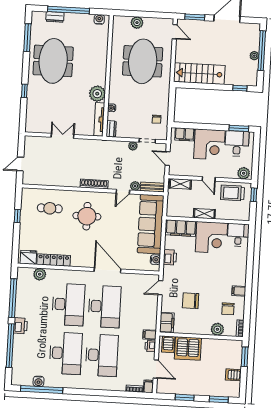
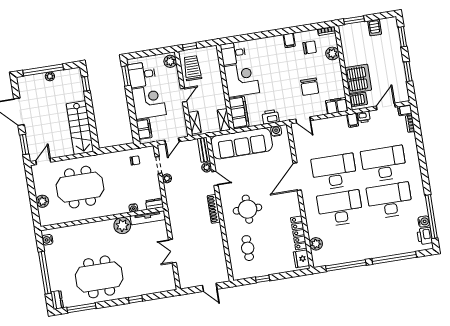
dresser: (55, 17) -> (57, 300), moved
trolley: (233, 193) -> (192, 68), turned 180
shelving: (204, 214) -> (224, 120), moved
printer: (20, 326) -> (425, 236), moved, turned -90

